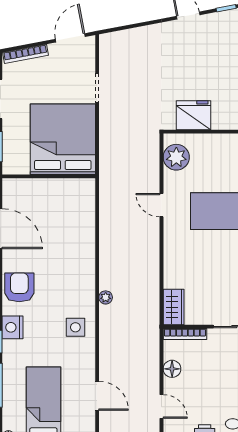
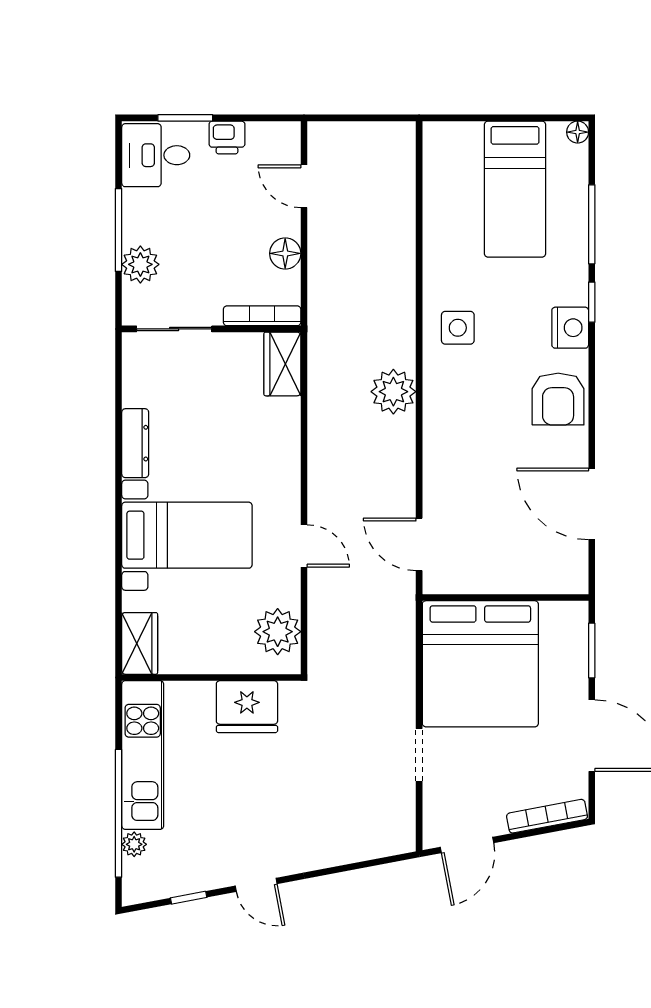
plant: (106, 297) -> (393, 392), width x1.88, depth x1.88
door: (97, 396) -> (419, 544), moved

